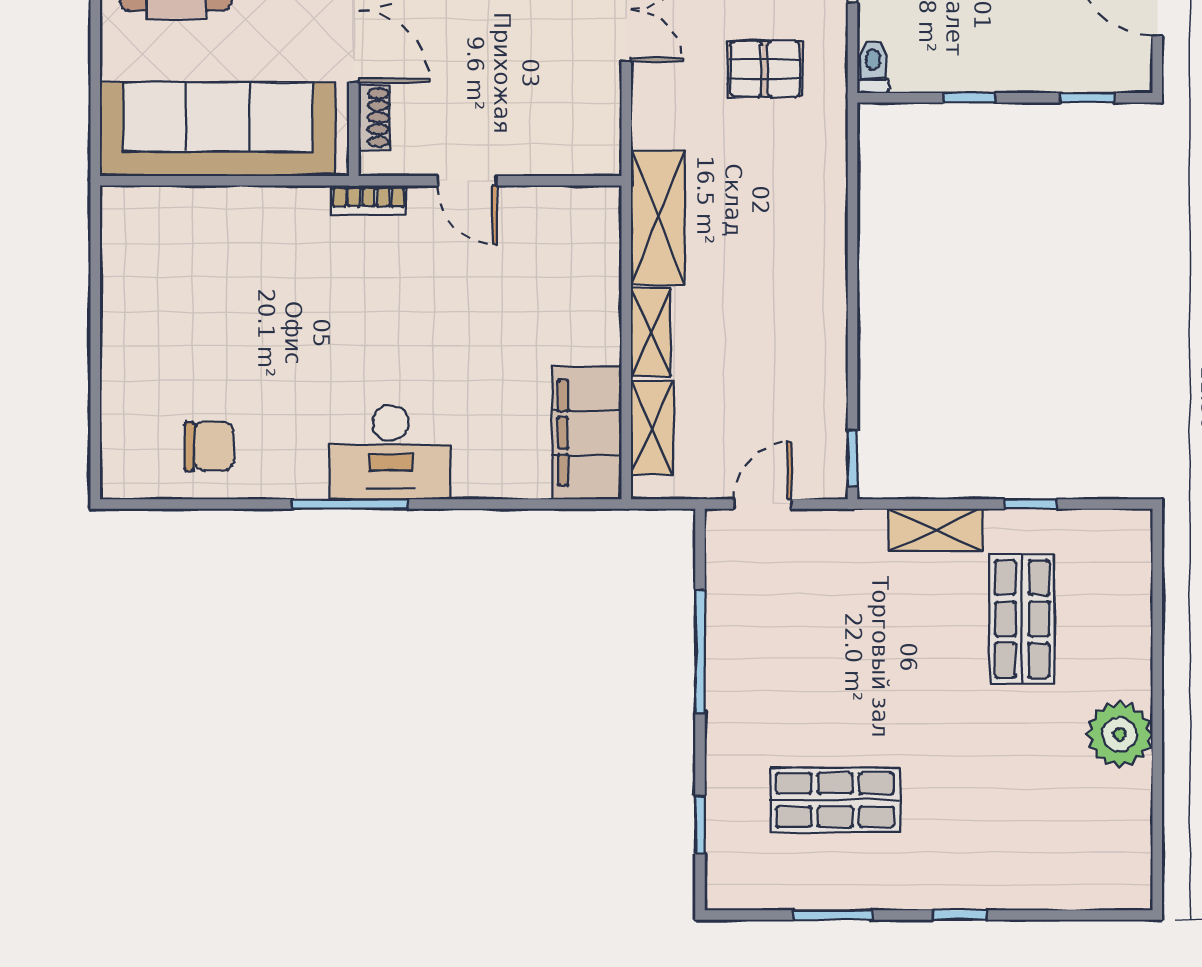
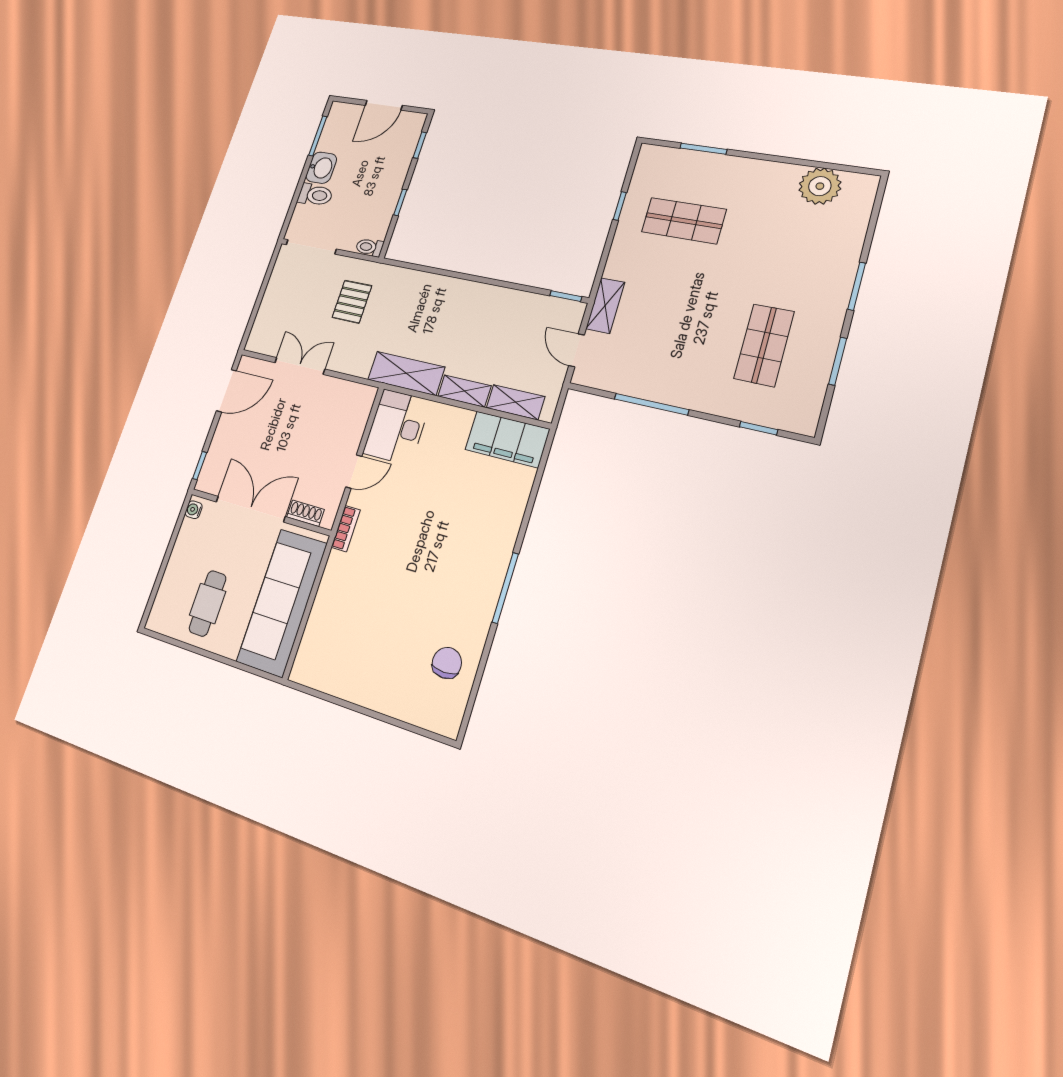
desk: (390, 452) -> (397, 427), moved, turned 180
shelving: (935, 530) -> (605, 306), moved
window: (1157, 617) -> (703, 149), added
plant: (1119, 734) -> (820, 186), moved
window: (960, 915) -> (857, 286), width x1.50

